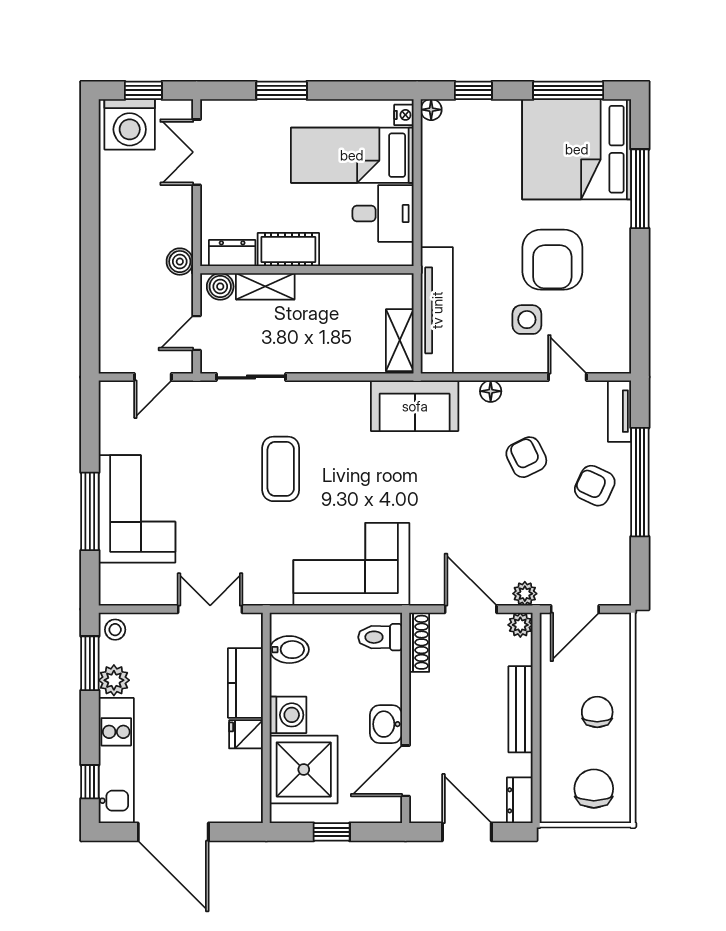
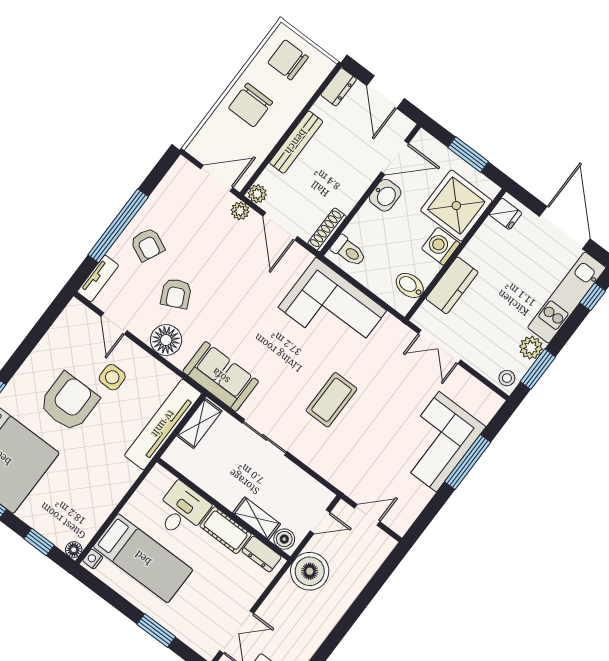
desk: (383, 213) -> (182, 510), moved, turned 90
boiler: (180, 262) -> (310, 571), width x1.86, depth x1.86
sliding door: (251, 377) -> (265, 437), moved
floor lamp: (491, 391) -> (166, 340), width x1.89, depth x1.89
chair: (597, 712) -> (251, 105), width x1.37, depth x1.37
fridge: (246, 734) -> (506, 214), moved
chair: (594, 789) -> (288, 60), turned 90
window: (332, 832) -> (468, 154), width x1.50

